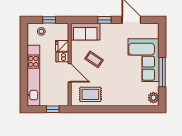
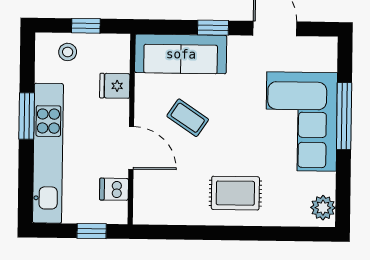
sofa: (85, 32) -> (181, 54), width x1.36
dishwasher: (62, 57) -> (114, 189), moved
window: (24, 60) -> (27, 116), added
window: (162, 72) -> (344, 116), moved
rug: (90, 94) -> (235, 193), moved

